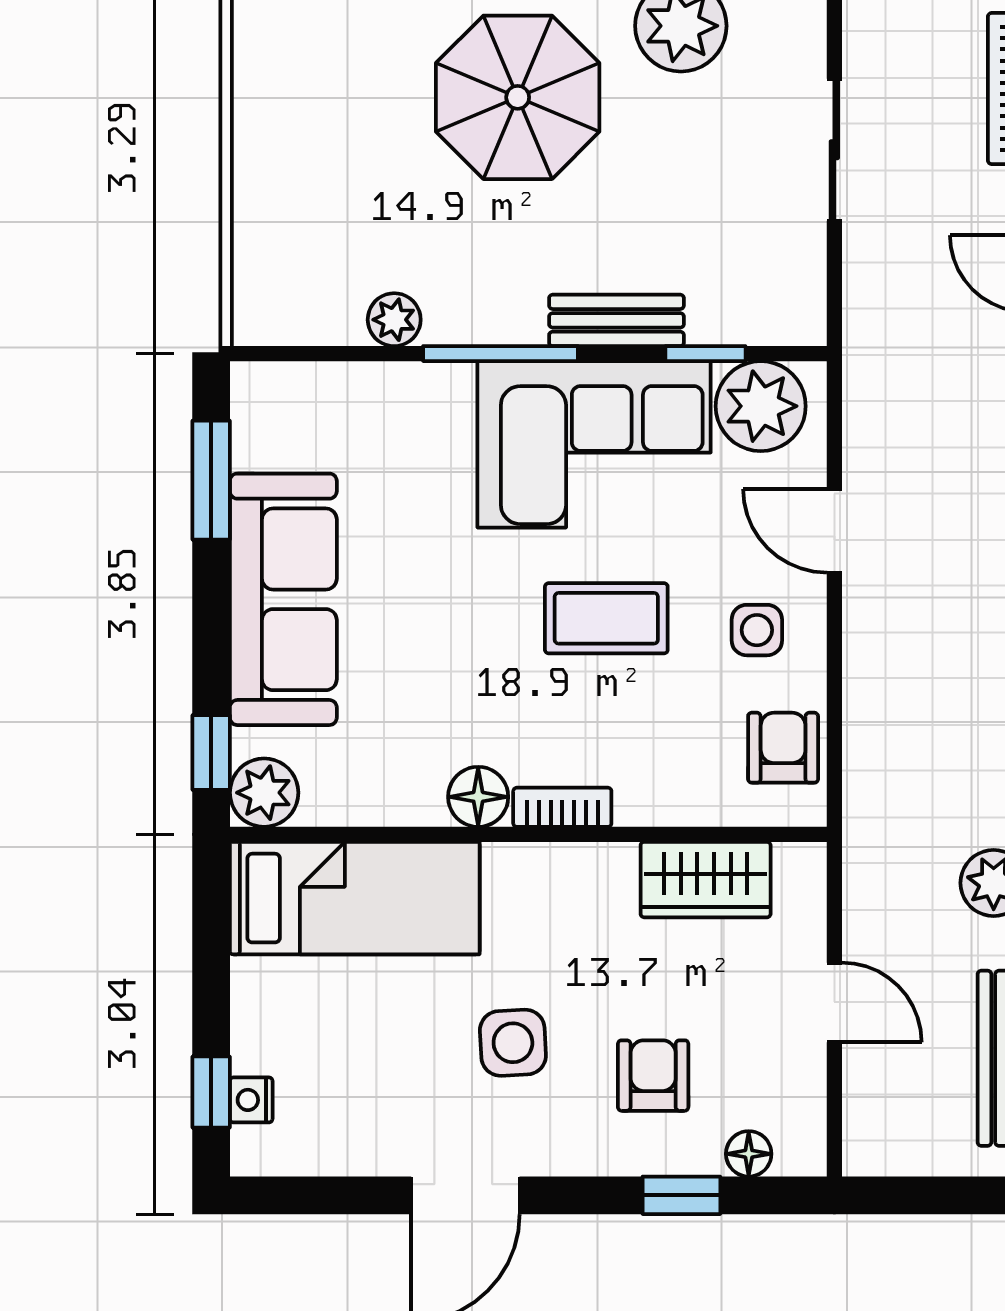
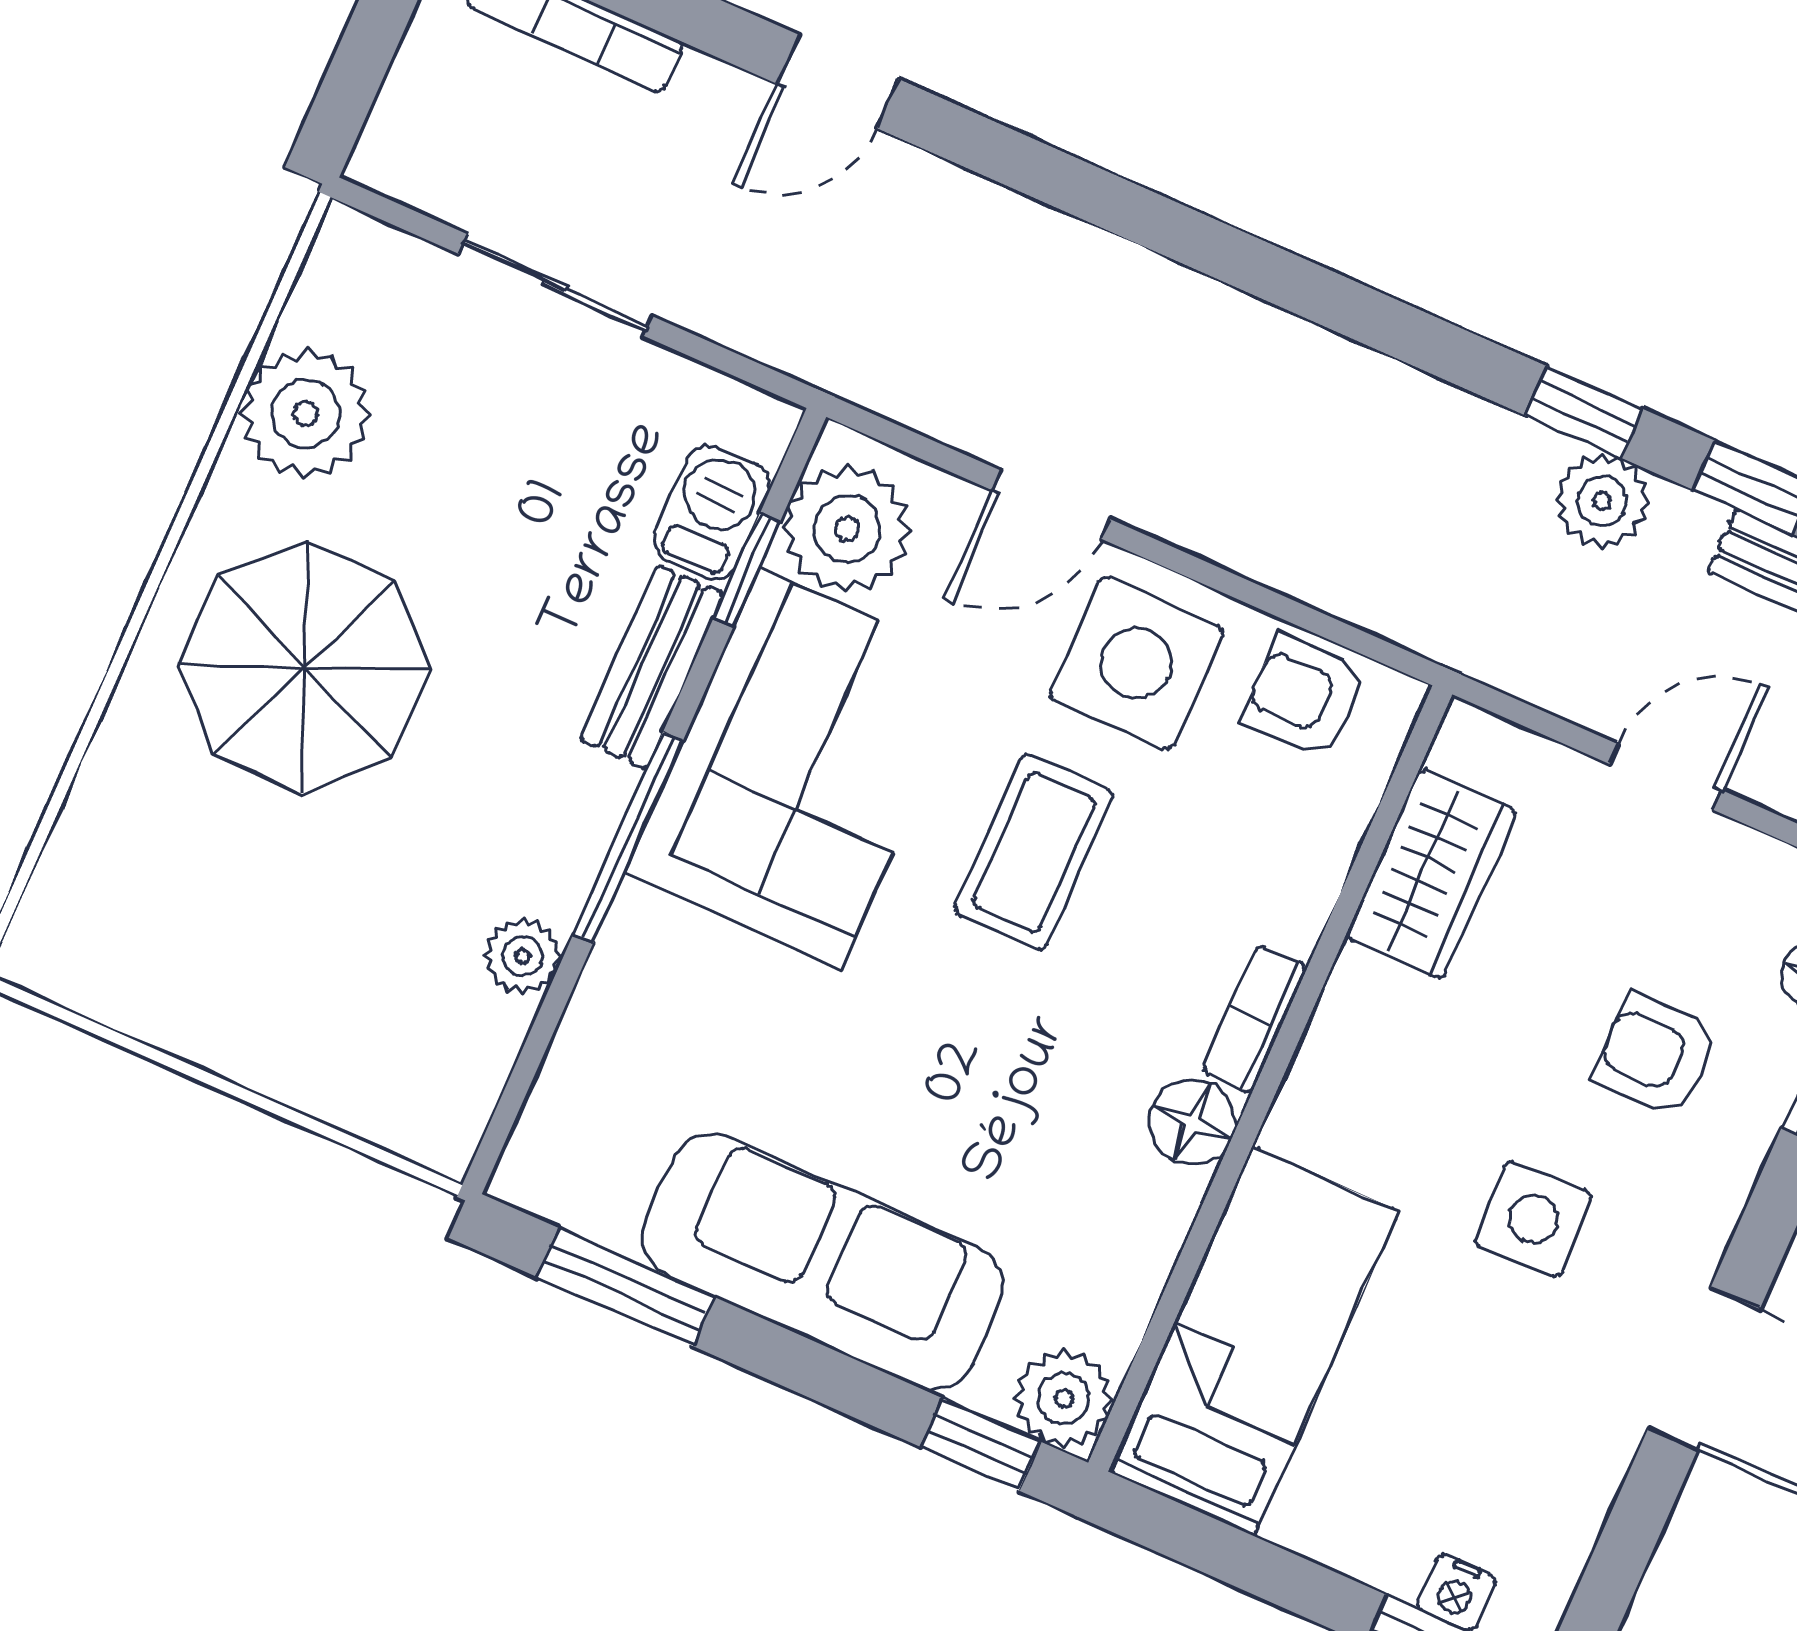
barbecue: (733, 315) -> (712, 513), added
side table: (757, 630) -> (1136, 663), width x1.87, depth x1.87

